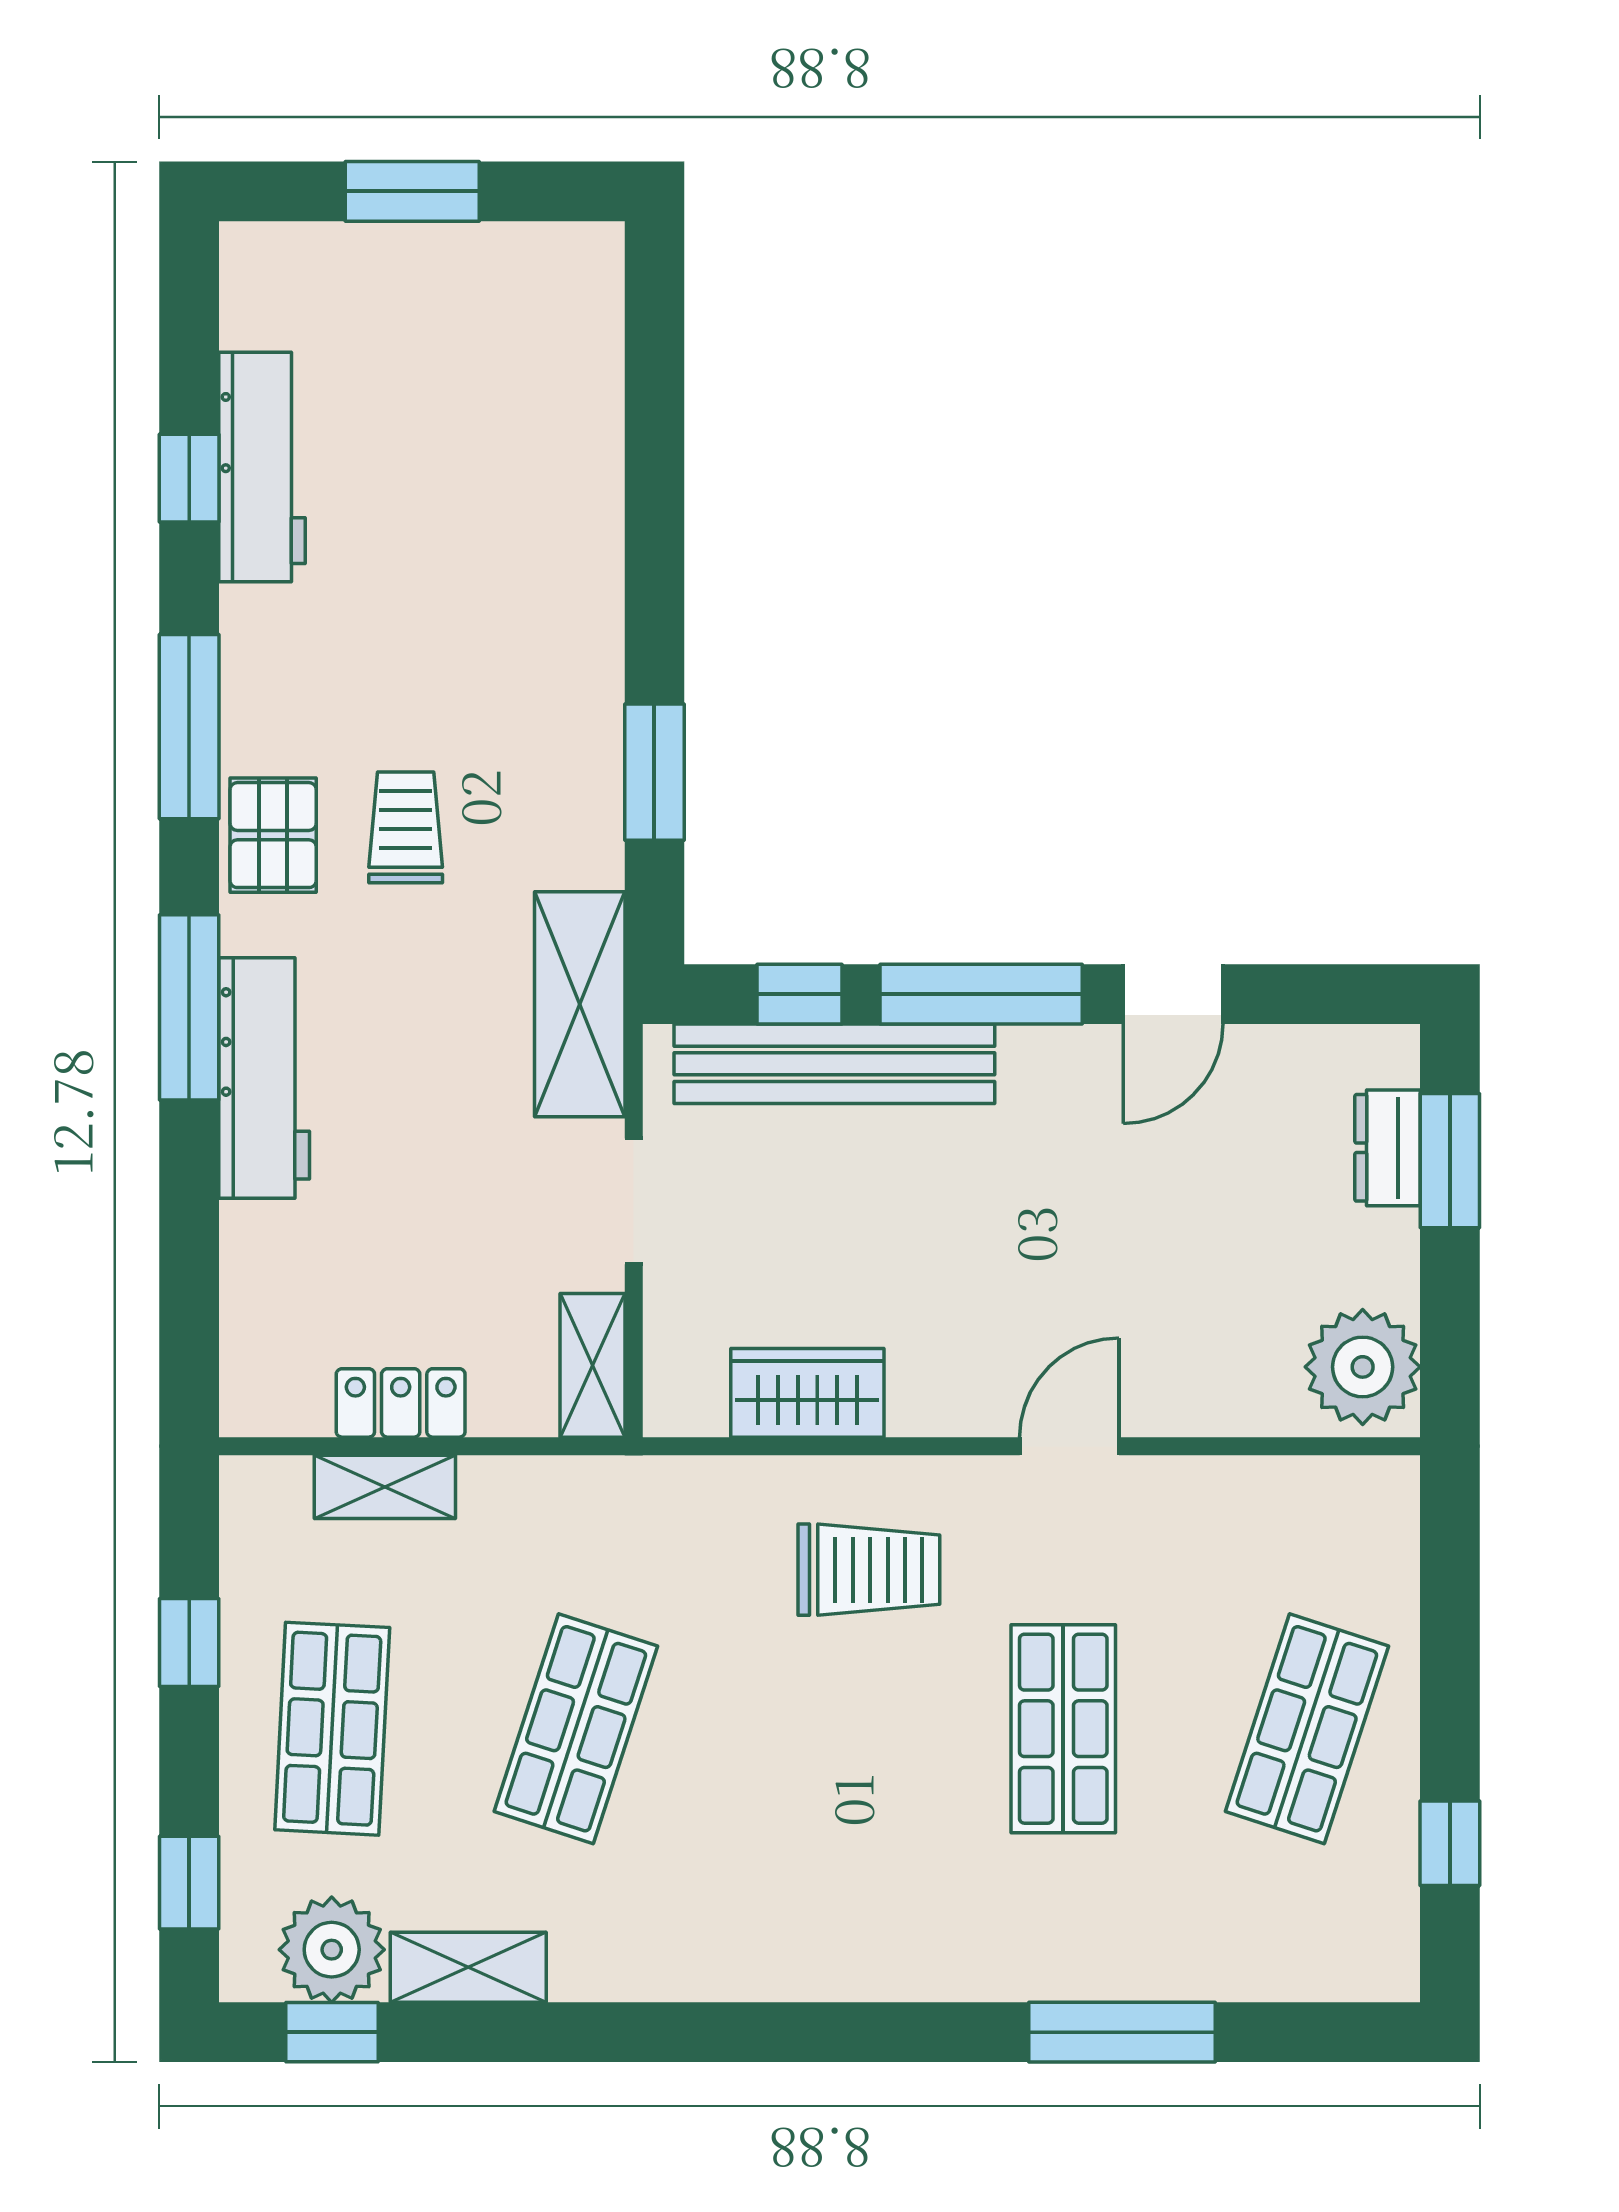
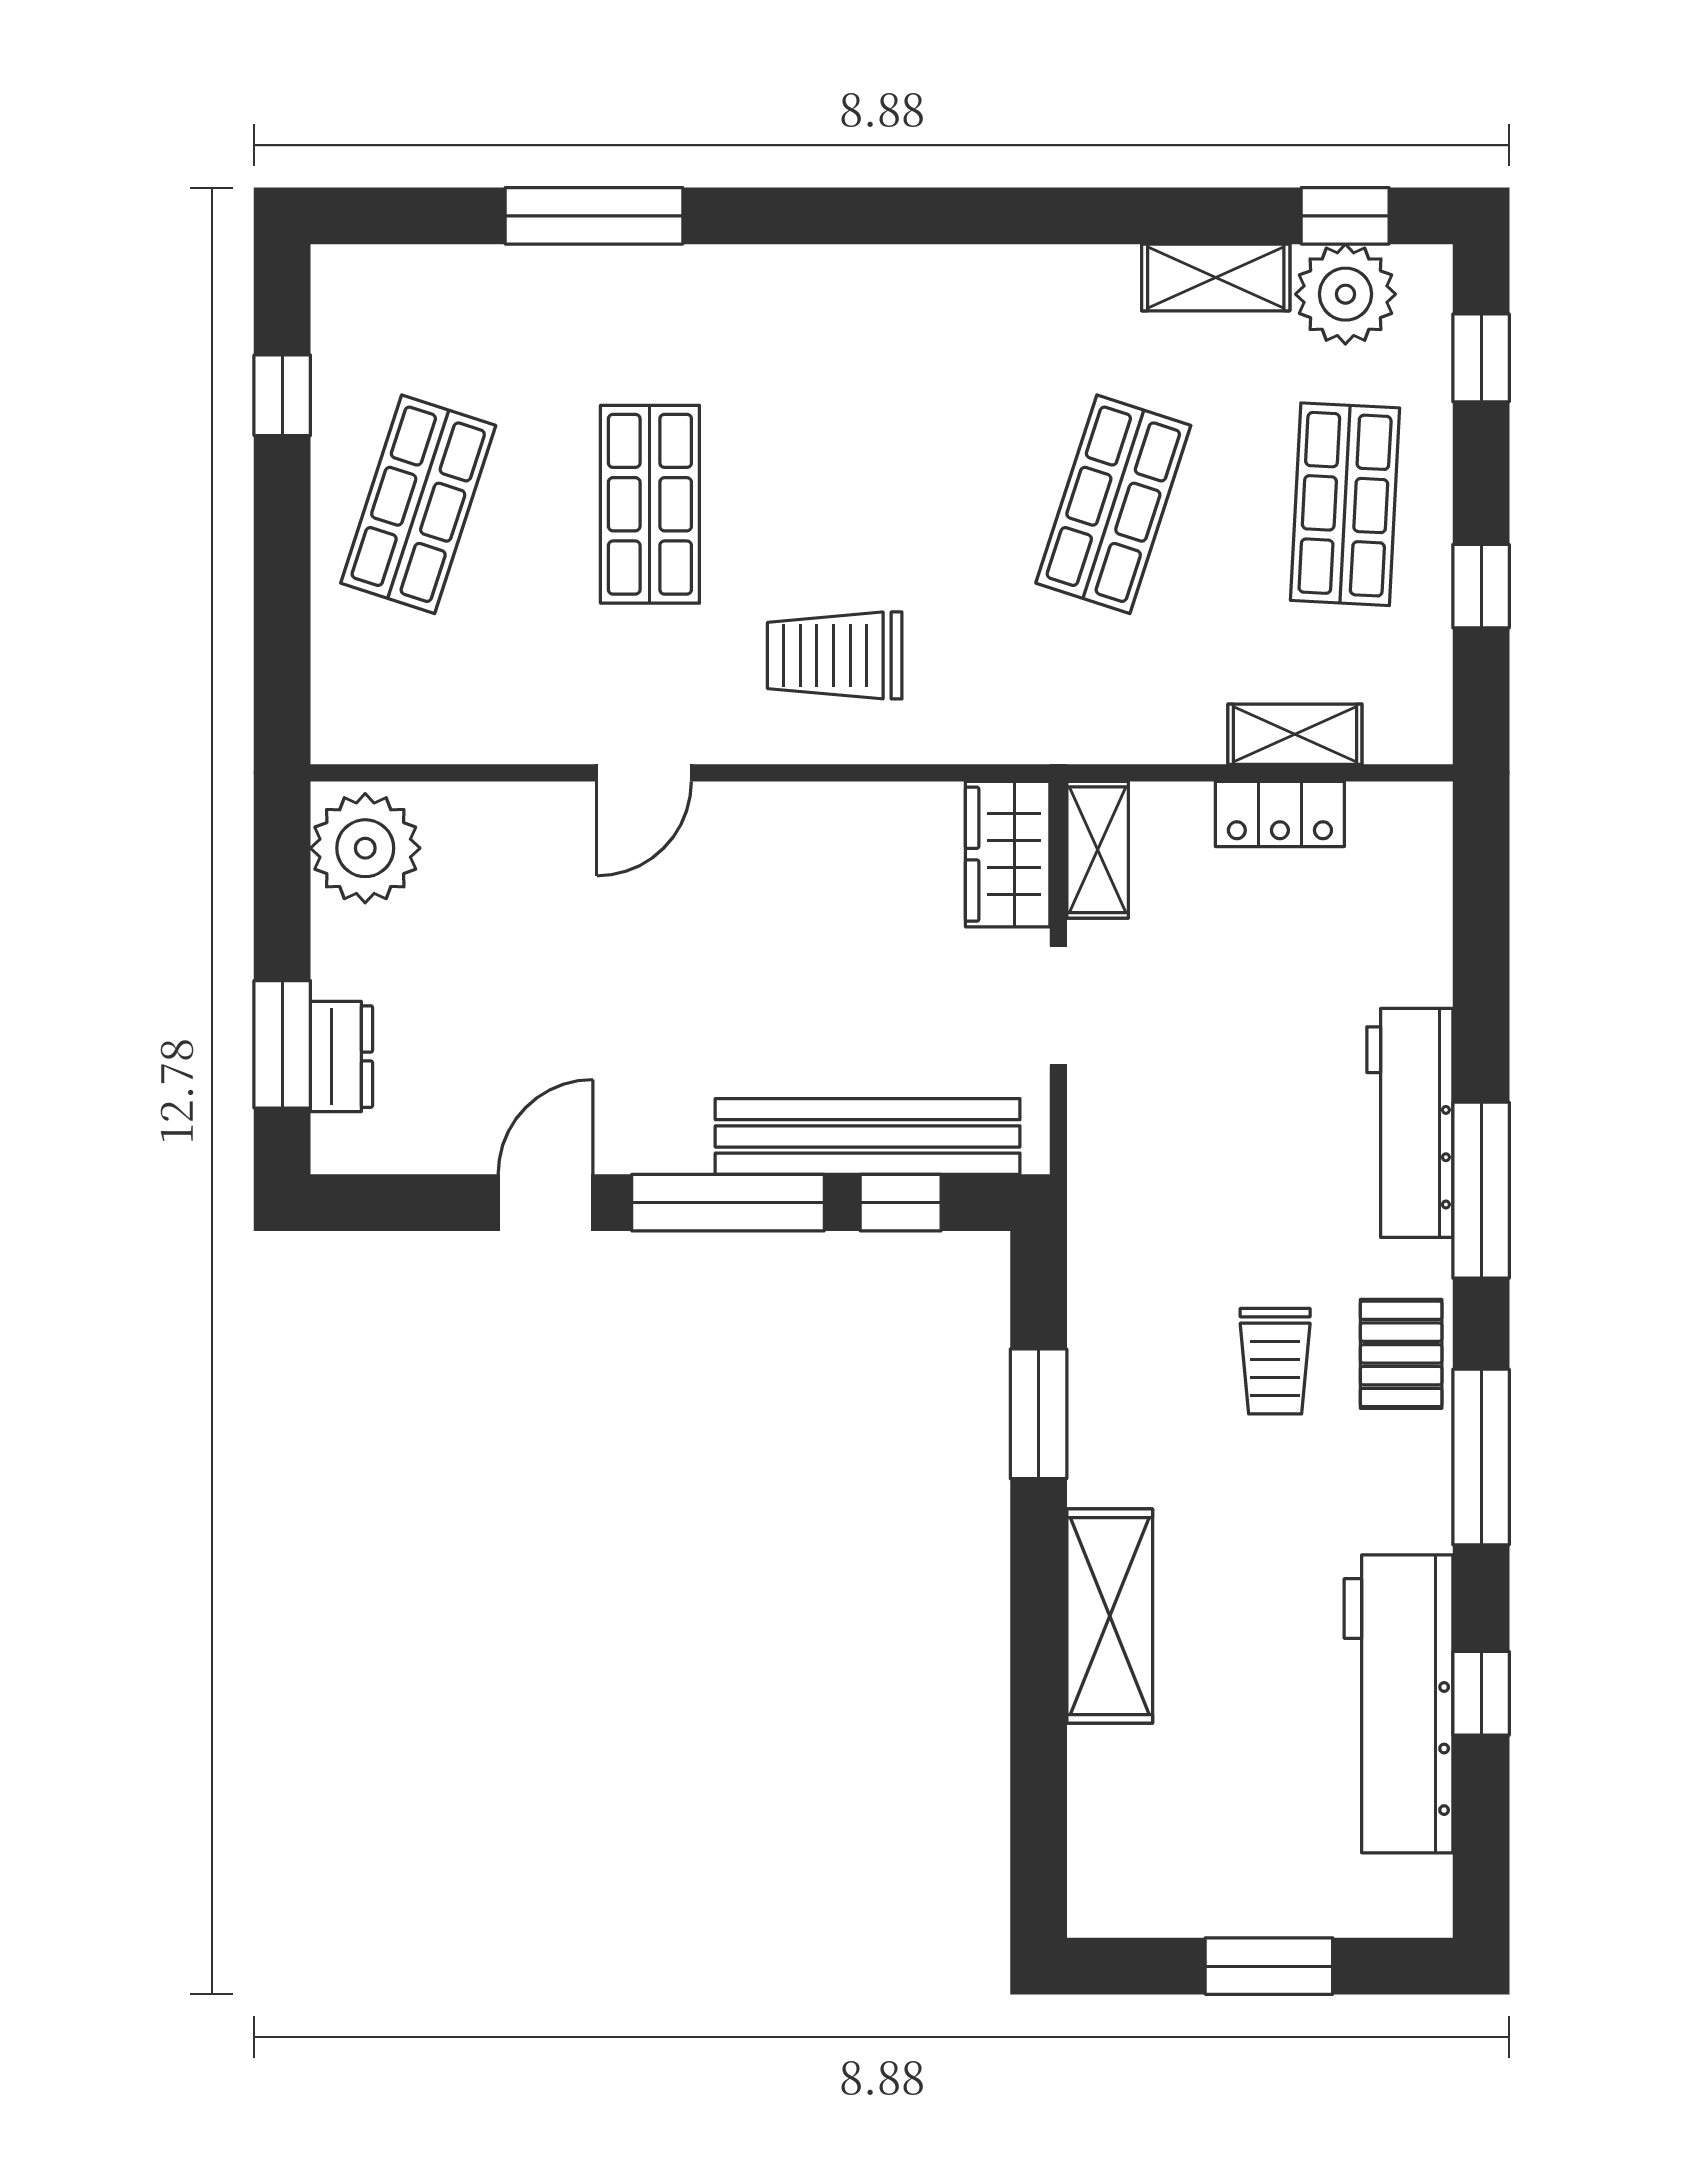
workbench: (262, 467) -> (1399, 1704), width x1.36, depth x1.32
shelving: (580, 1004) -> (1110, 1616), moved
wardrobe: (807, 1393) -> (1008, 854), moved, turned 90

